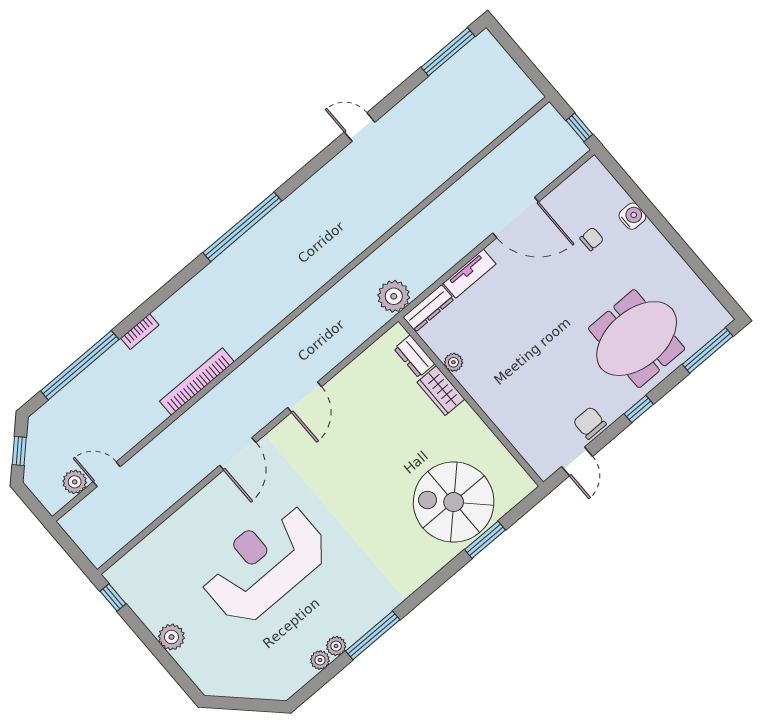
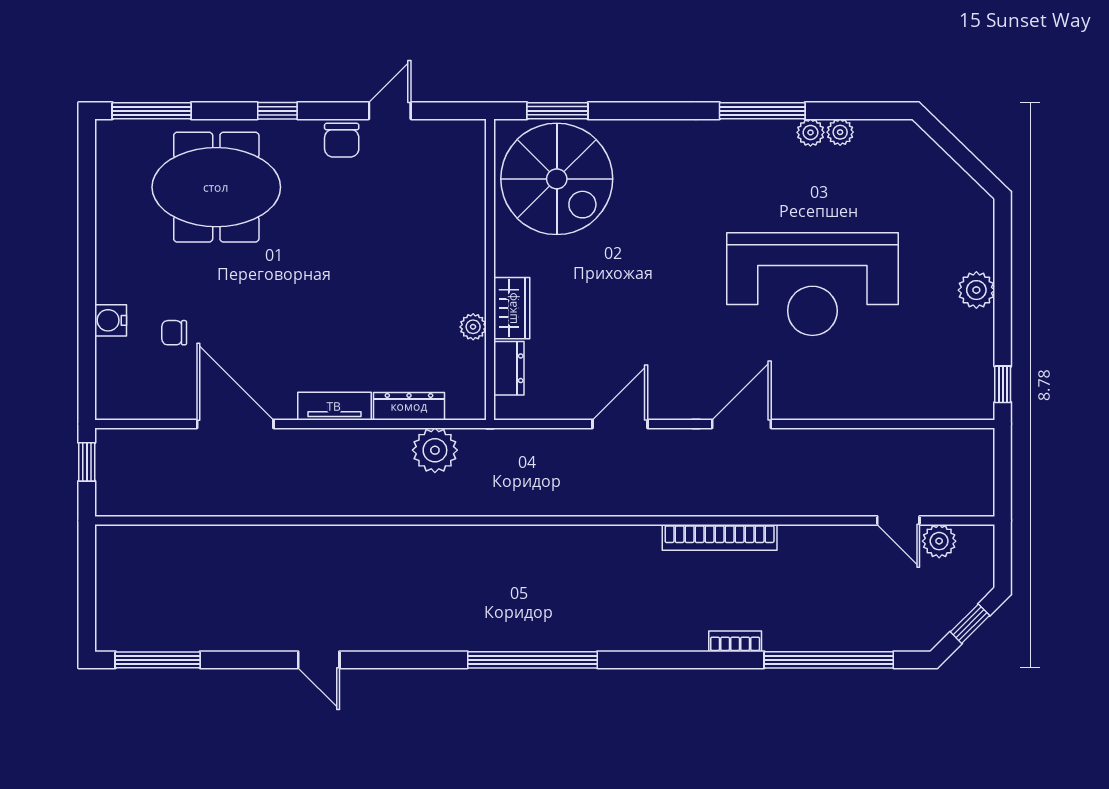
dresser: (414, 356) -> (509, 368), moved
plant: (453, 362) -> (473, 327), moved
wardrobe: (441, 391) -> (512, 308), moved
wall: (471, 402) -> (490, 269), moved

